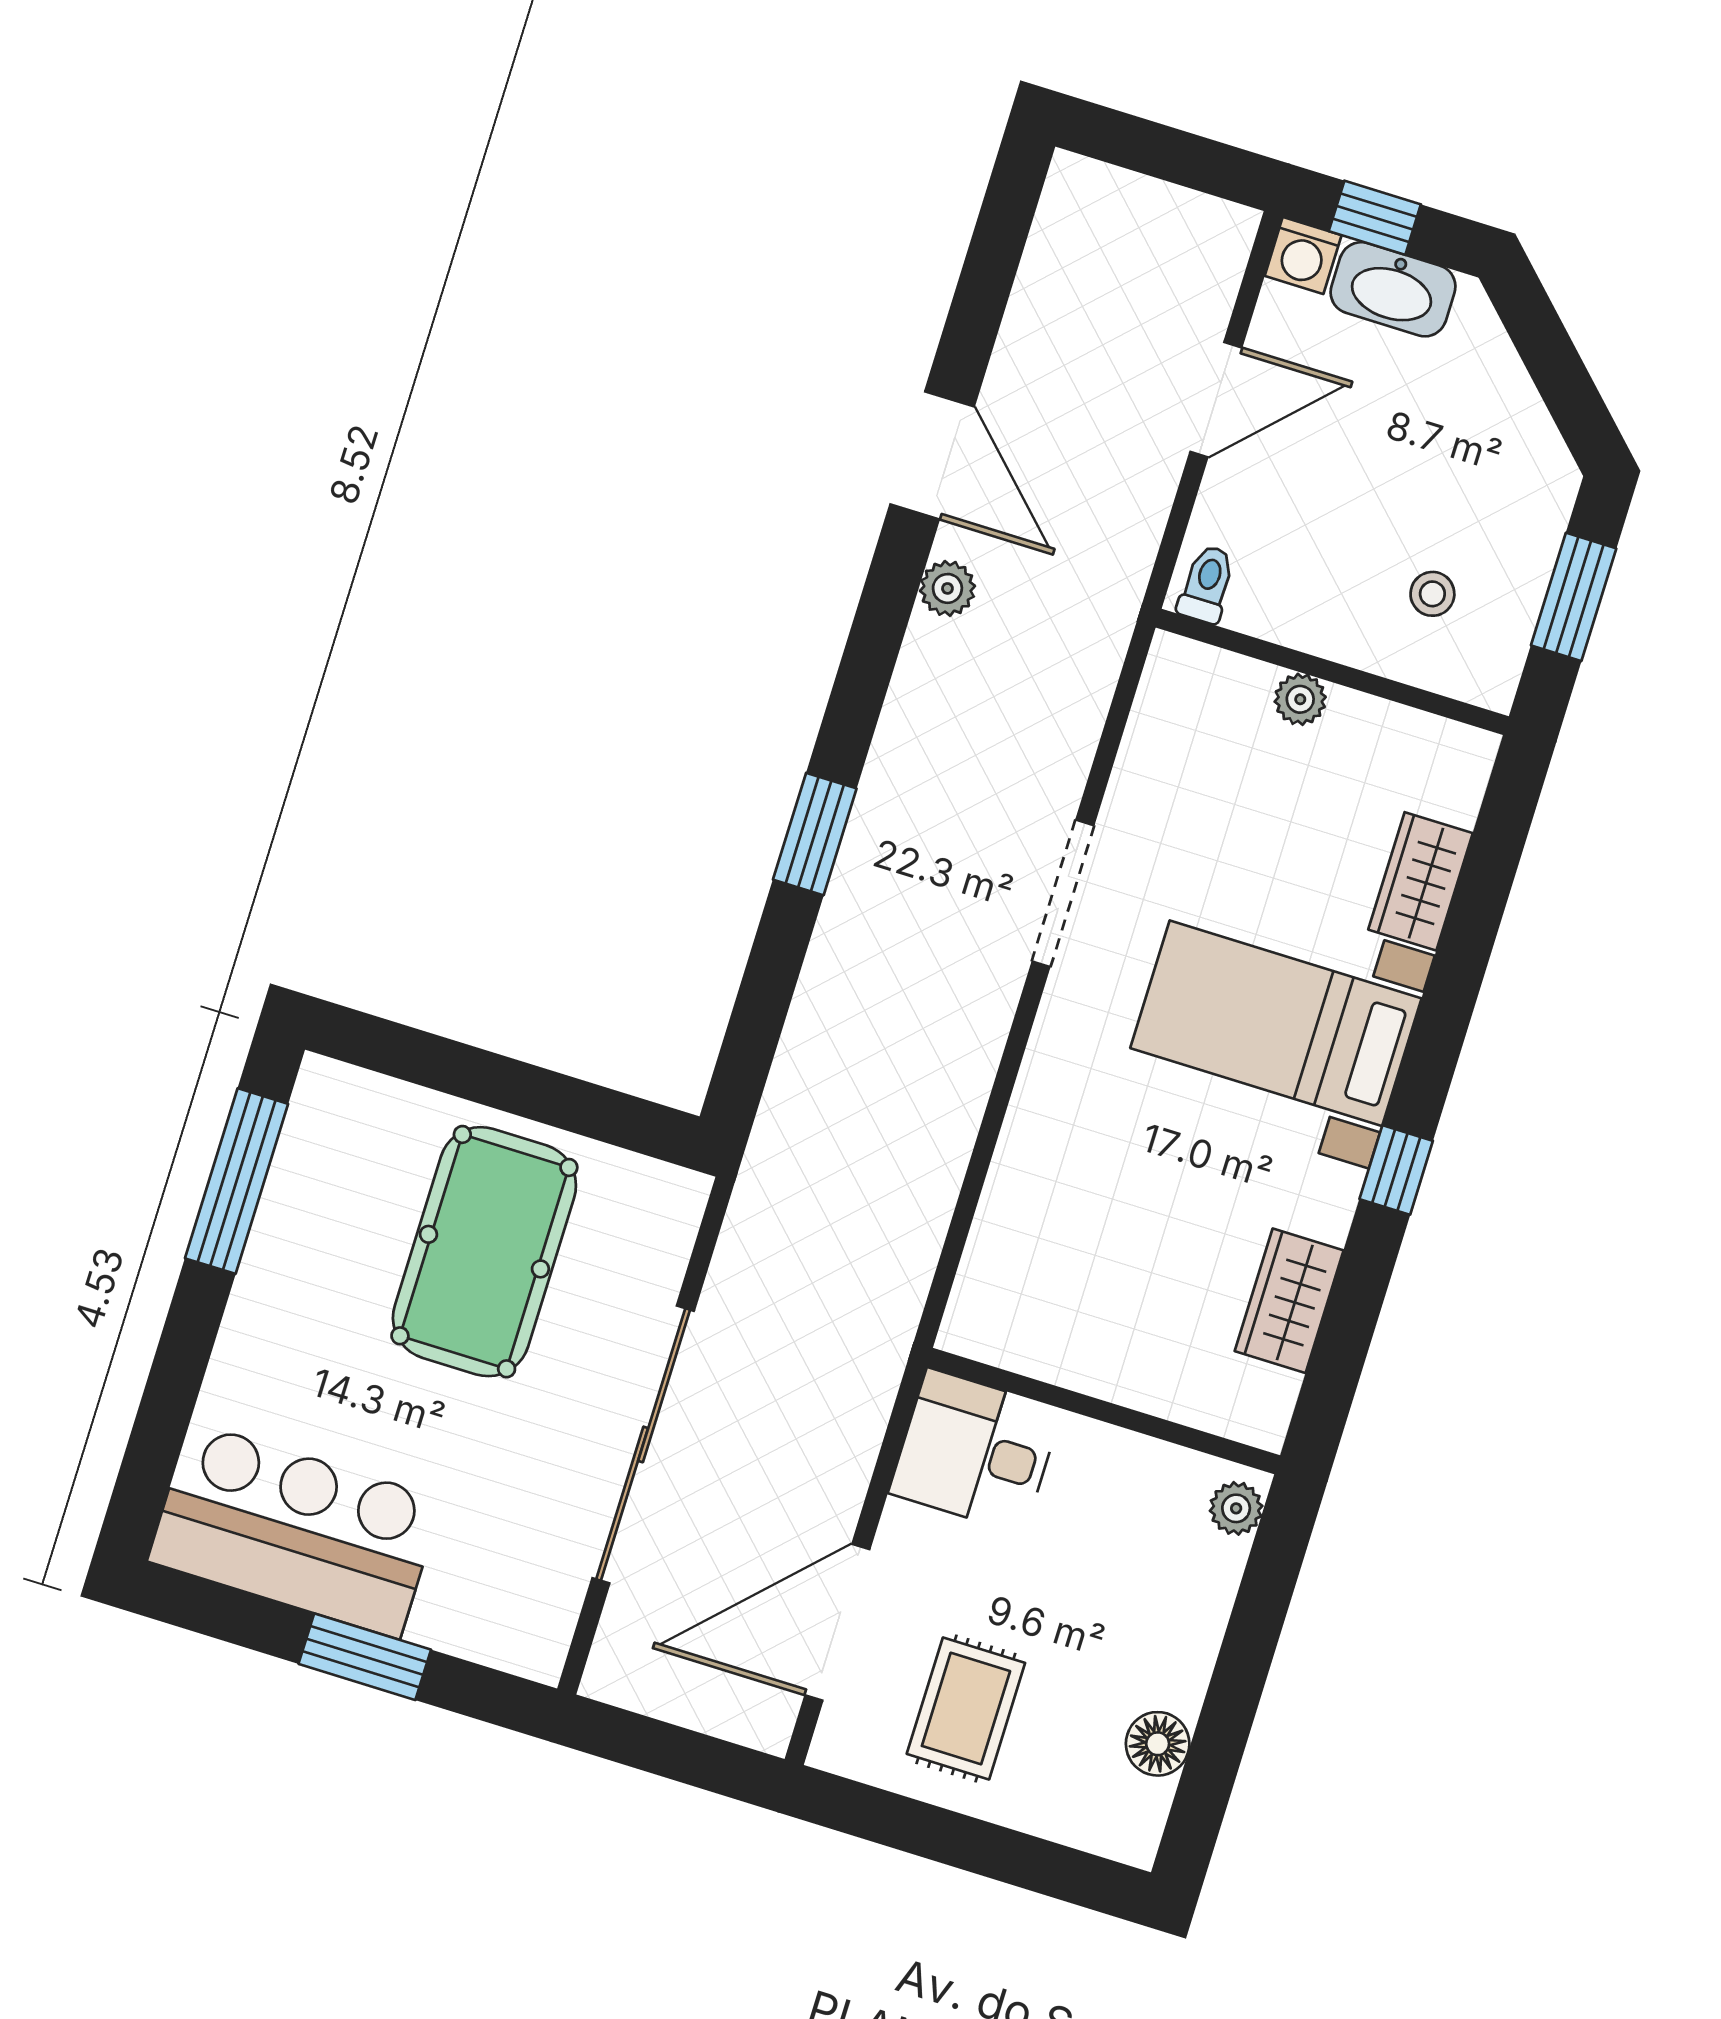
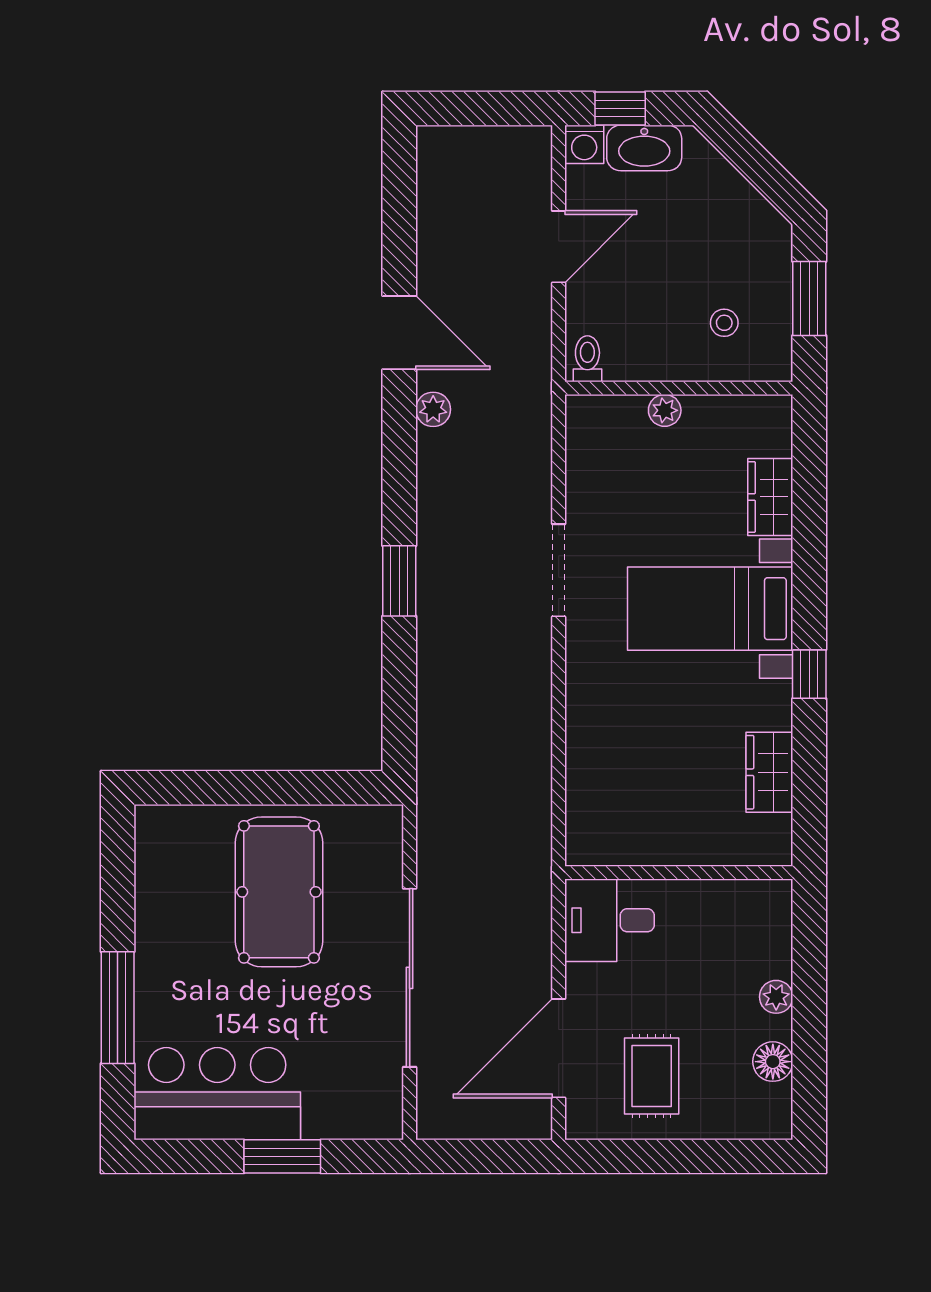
window: (237, 1181) -> (118, 1008), moved
plant: (1236, 1508) -> (776, 997), moved

